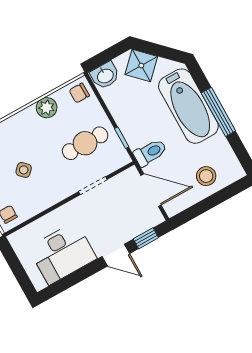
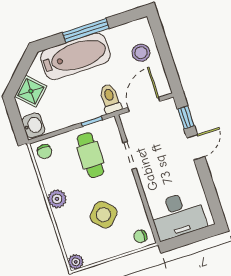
plant: (47, 108) -> (57, 199), moved
side table: (24, 170) -> (103, 215), width x1.87, depth x1.87
desk: (62, 253) -> (178, 215), moved, turned 90

